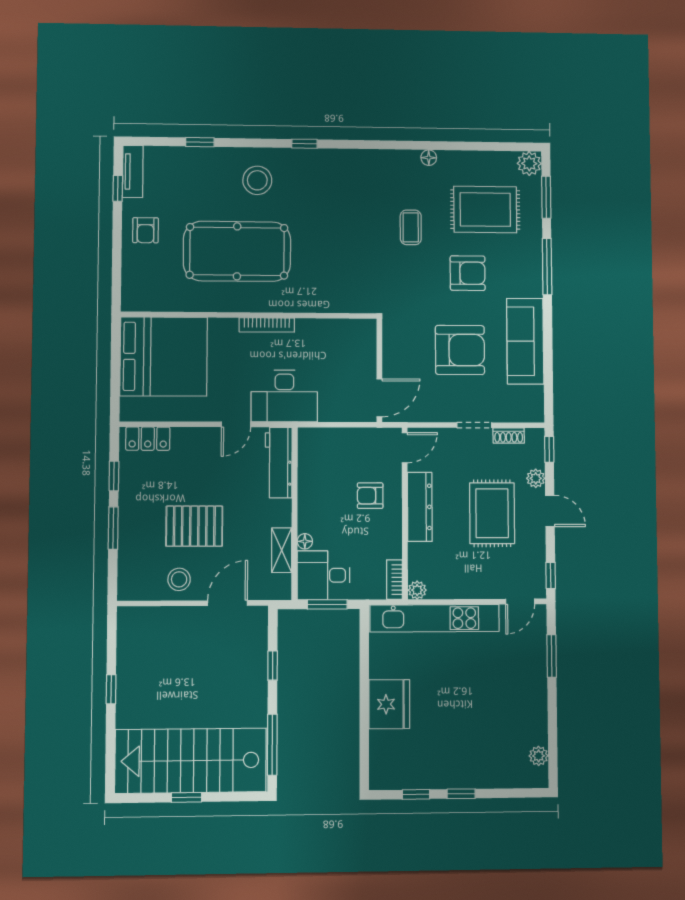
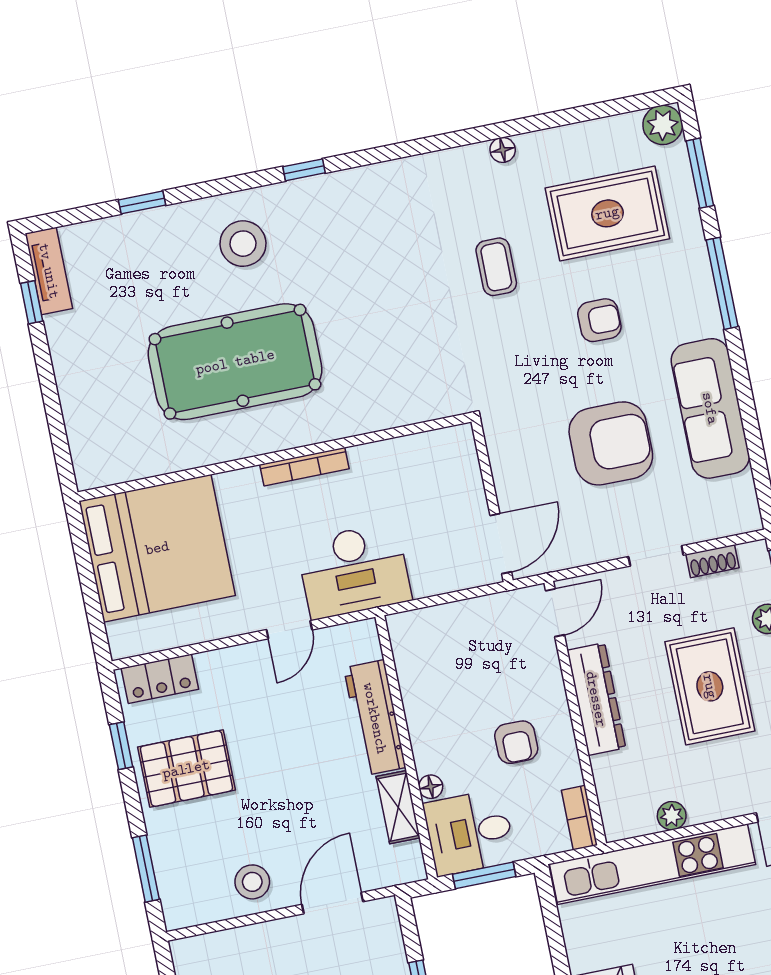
armchair: (146, 230) -> (88, 359), removed
armchair: (468, 273) -> (599, 320), width x0.72, depth x0.72
workbench: (279, 463) -> (375, 718), moved
armchair: (370, 496) -> (516, 742), moved, turned -90
pallet: (194, 526) -> (186, 769), moved
window: (113, 528) -> (146, 869), moved
plant: (417, 590) -> (672, 816), moved

